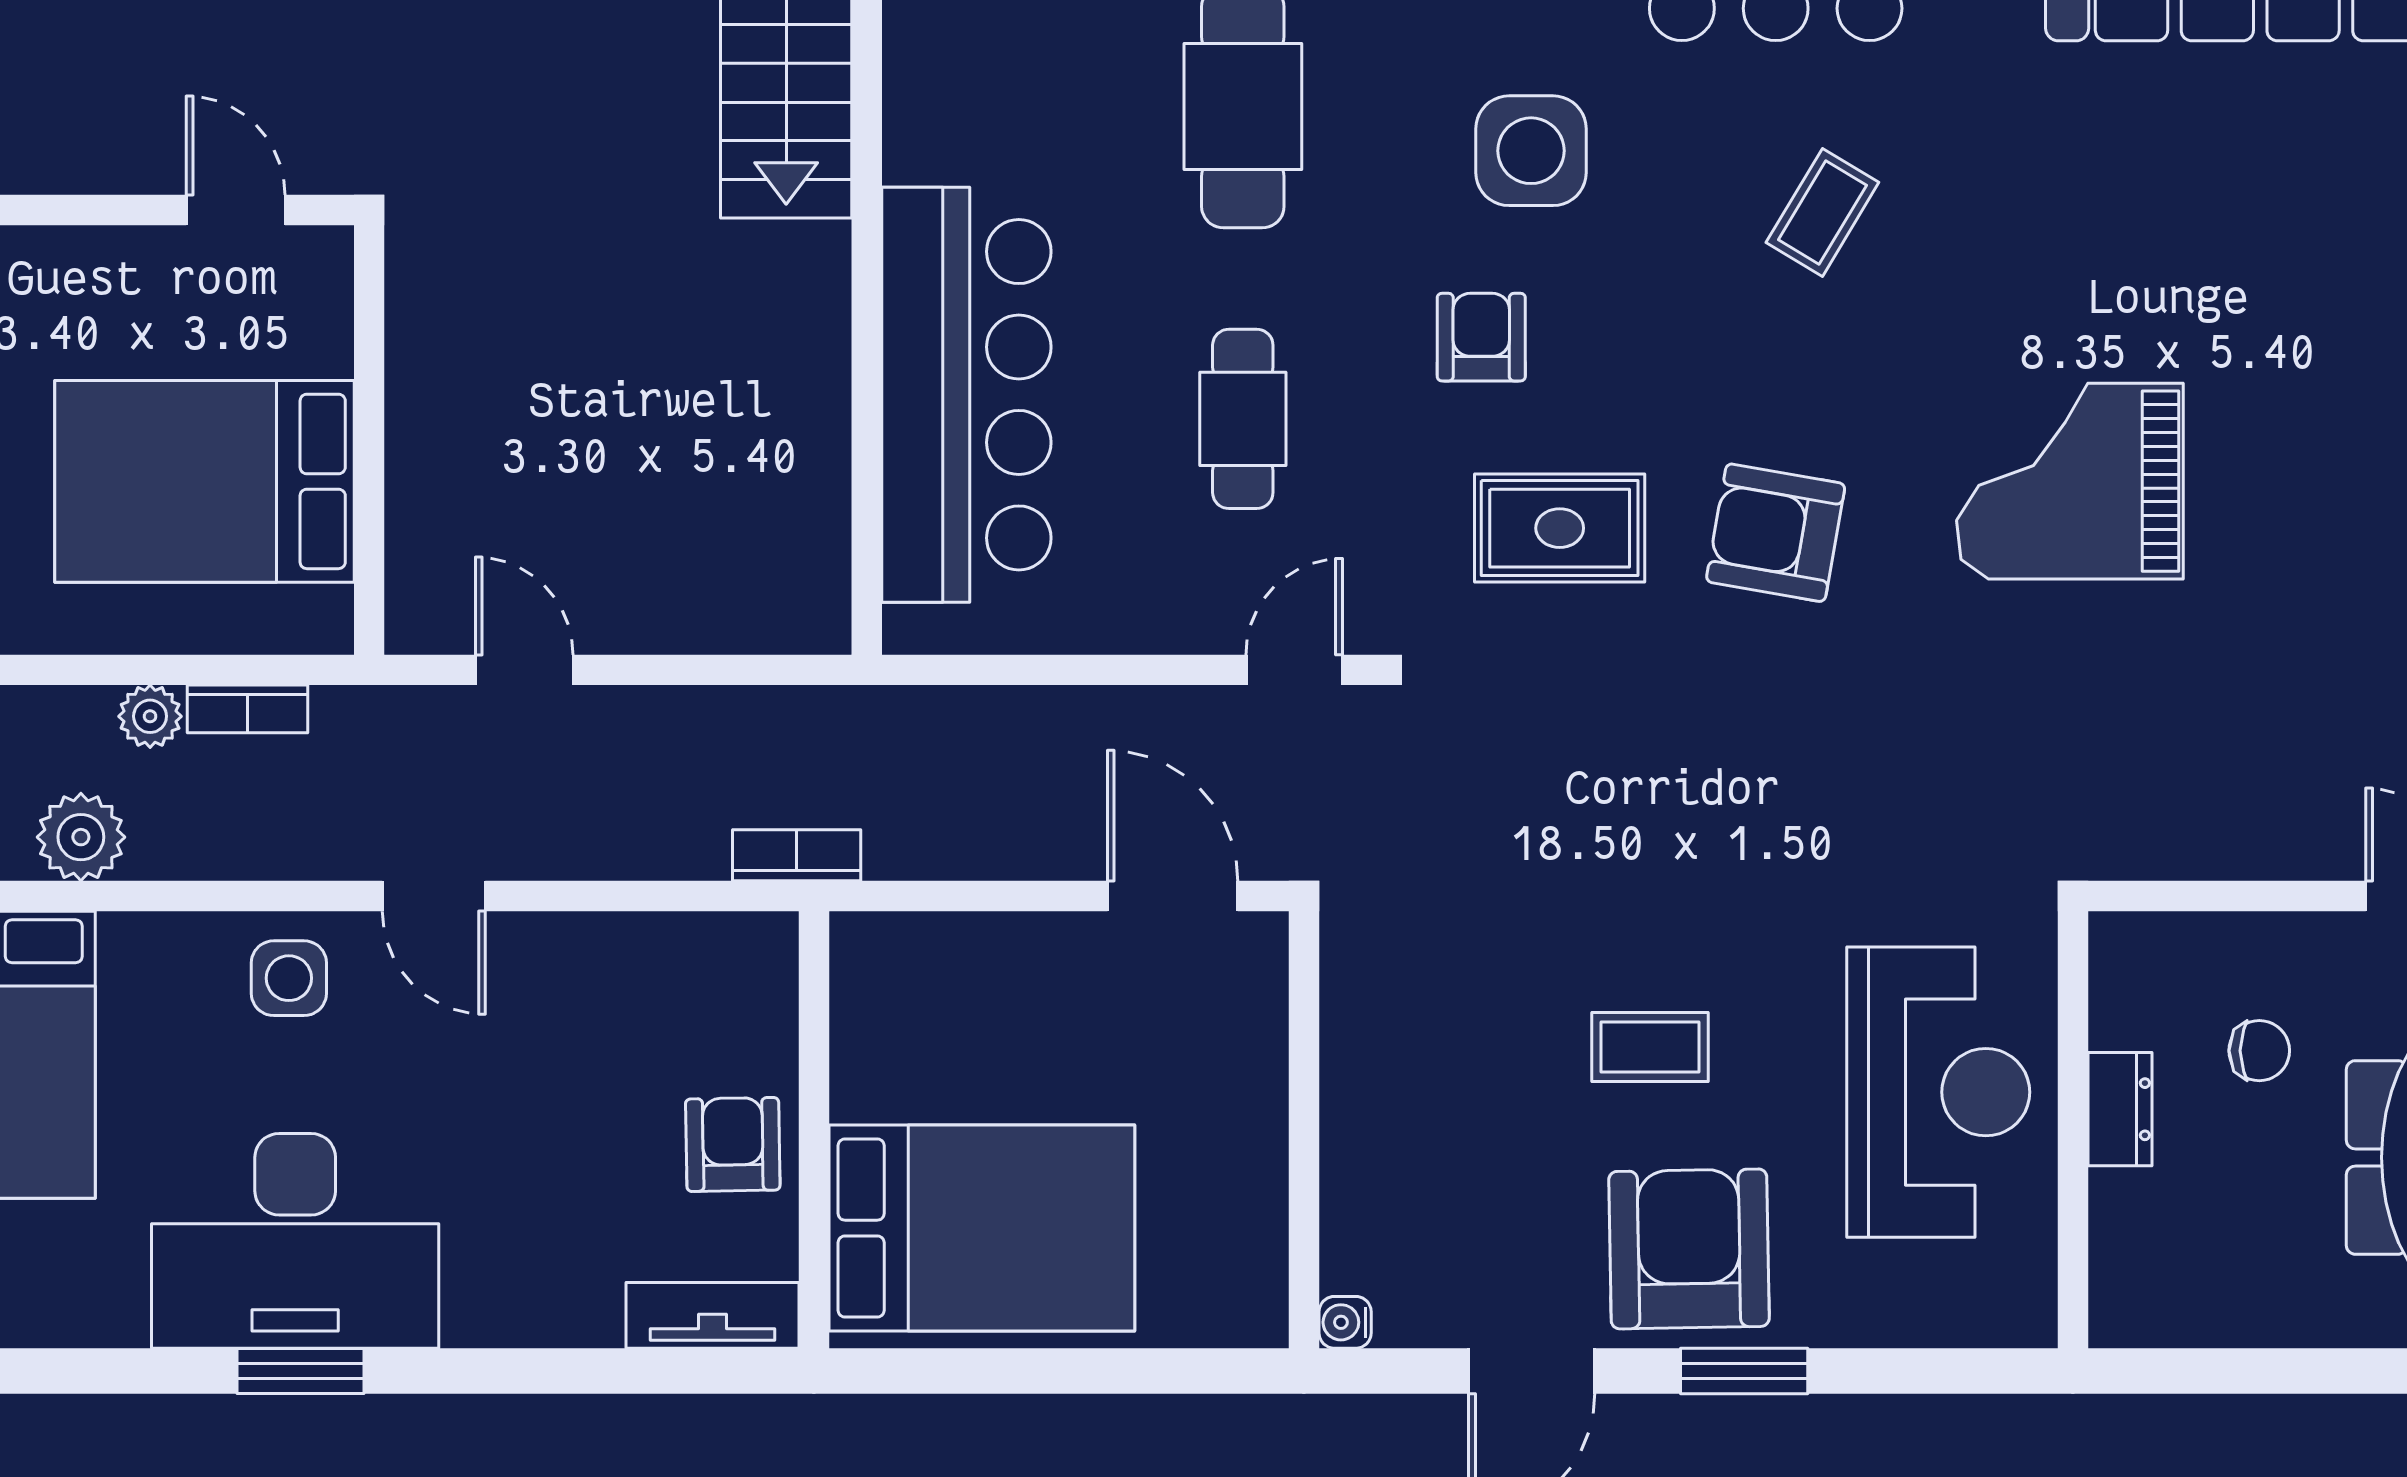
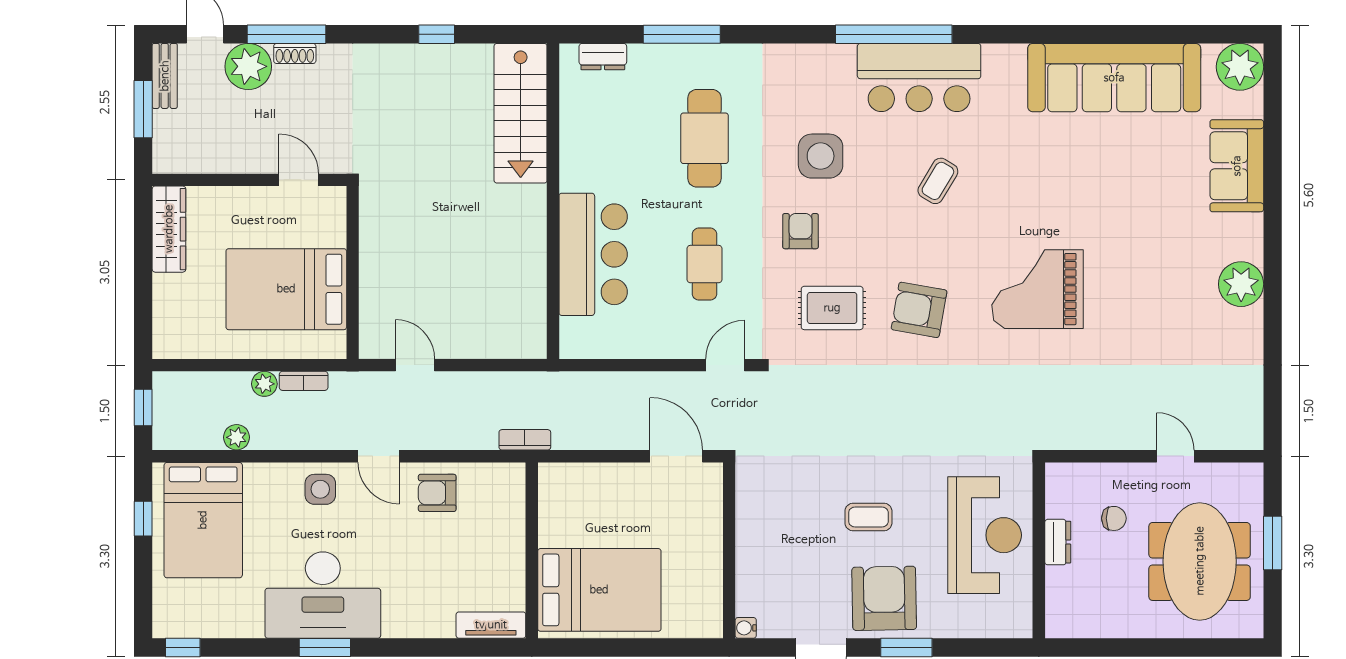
bar counter: (966, 395) -> (593, 254), width x0.73
plant: (81, 837) -> (237, 437), width x0.73, depth x0.73
armchair: (733, 1144) -> (437, 493), moved, turned -89

